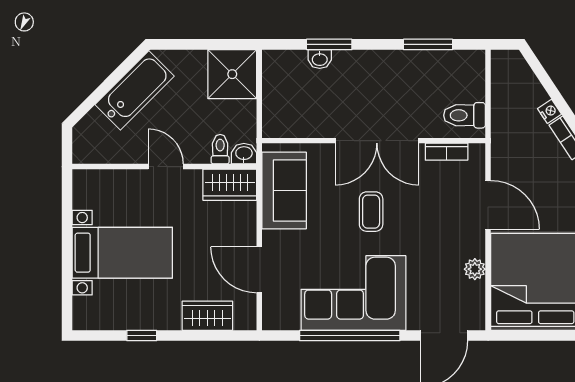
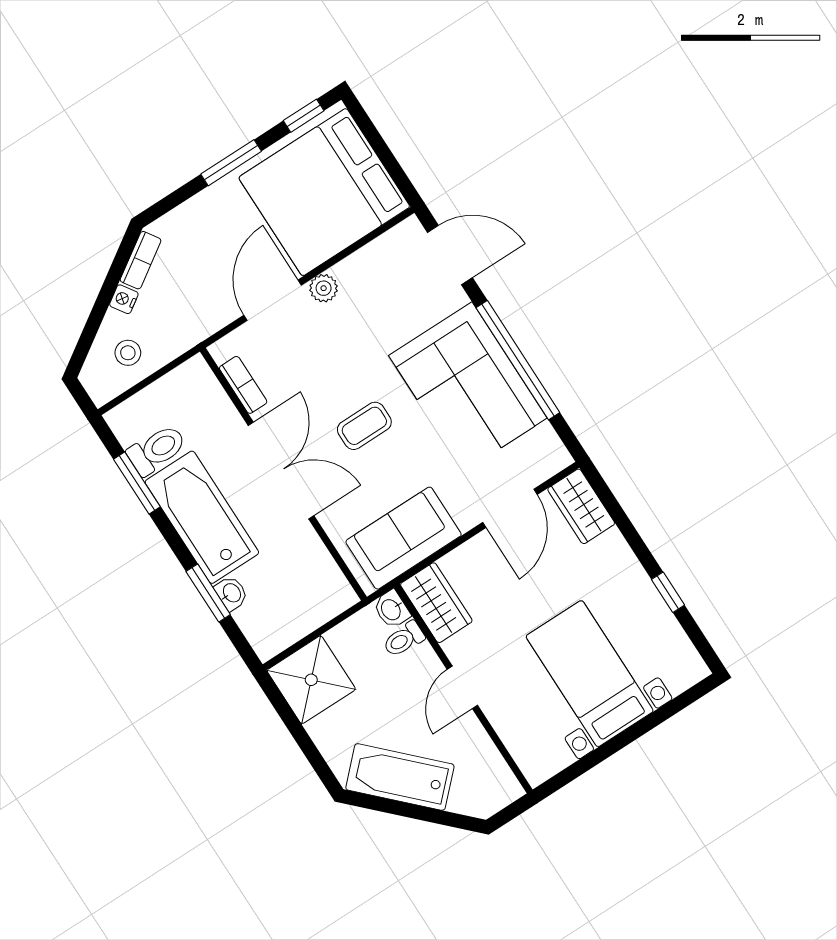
bathtub: (380, 71) -> (202, 517), added
stool: (514, 92) -> (128, 353), added
toilet: (465, 115) -> (157, 450), moved, turned -90
plant: (475, 269) -> (324, 288), moved
wardrobe: (207, 316) -> (581, 506), moved

